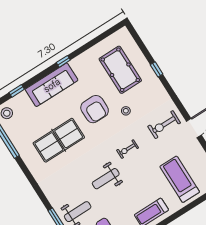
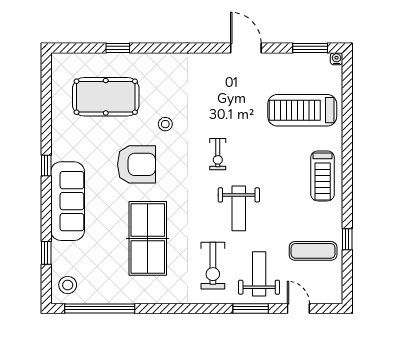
window: (157, 69) -> (118, 48), moved
exercise bike: (164, 125) -> (213, 266), moved

